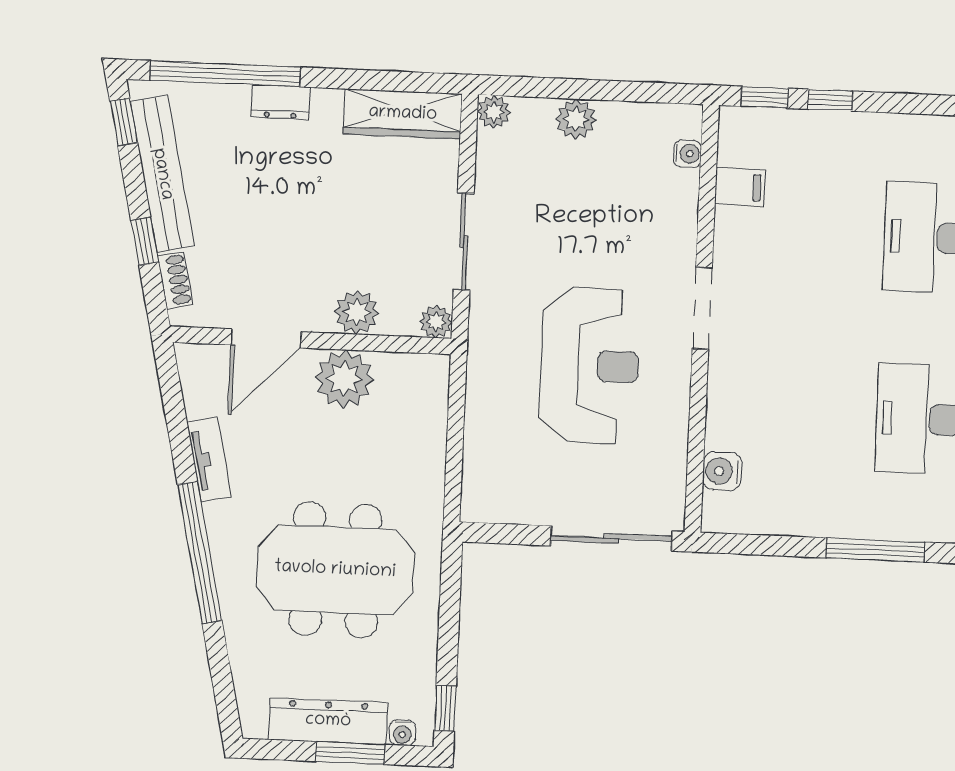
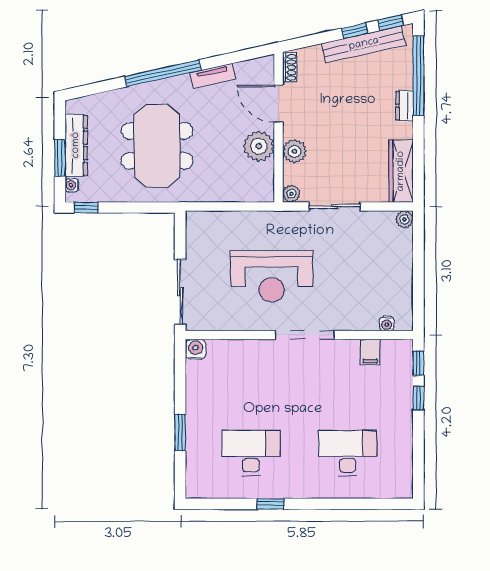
plant: (576, 119) -> (402, 263), removed
window: (145, 241) -> (355, 31), moved
shoe rack: (175, 280) -> (290, 67), moved, turned -77
doorway: (702, 308) -> (305, 335), width x1.36
water cooler: (722, 471) -> (196, 349), moved
window: (875, 550) -> (180, 433), width x0.69

